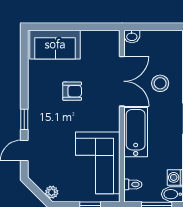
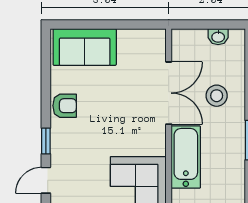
washbasin: (132, 36) -> (218, 37), moved
armchair: (72, 91) -> (65, 106), moved

